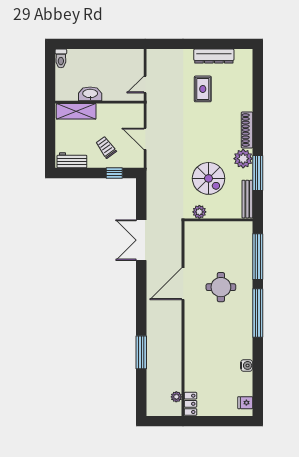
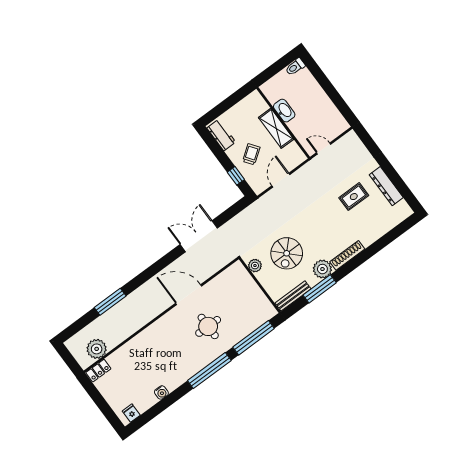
shelving: (76, 111) -> (276, 128), moved
plant: (176, 397) -> (97, 349), width x1.87, depth x1.87

